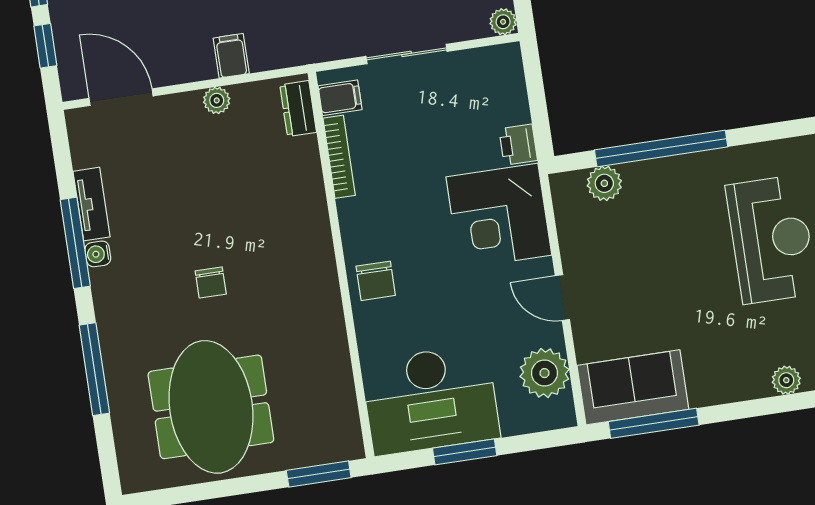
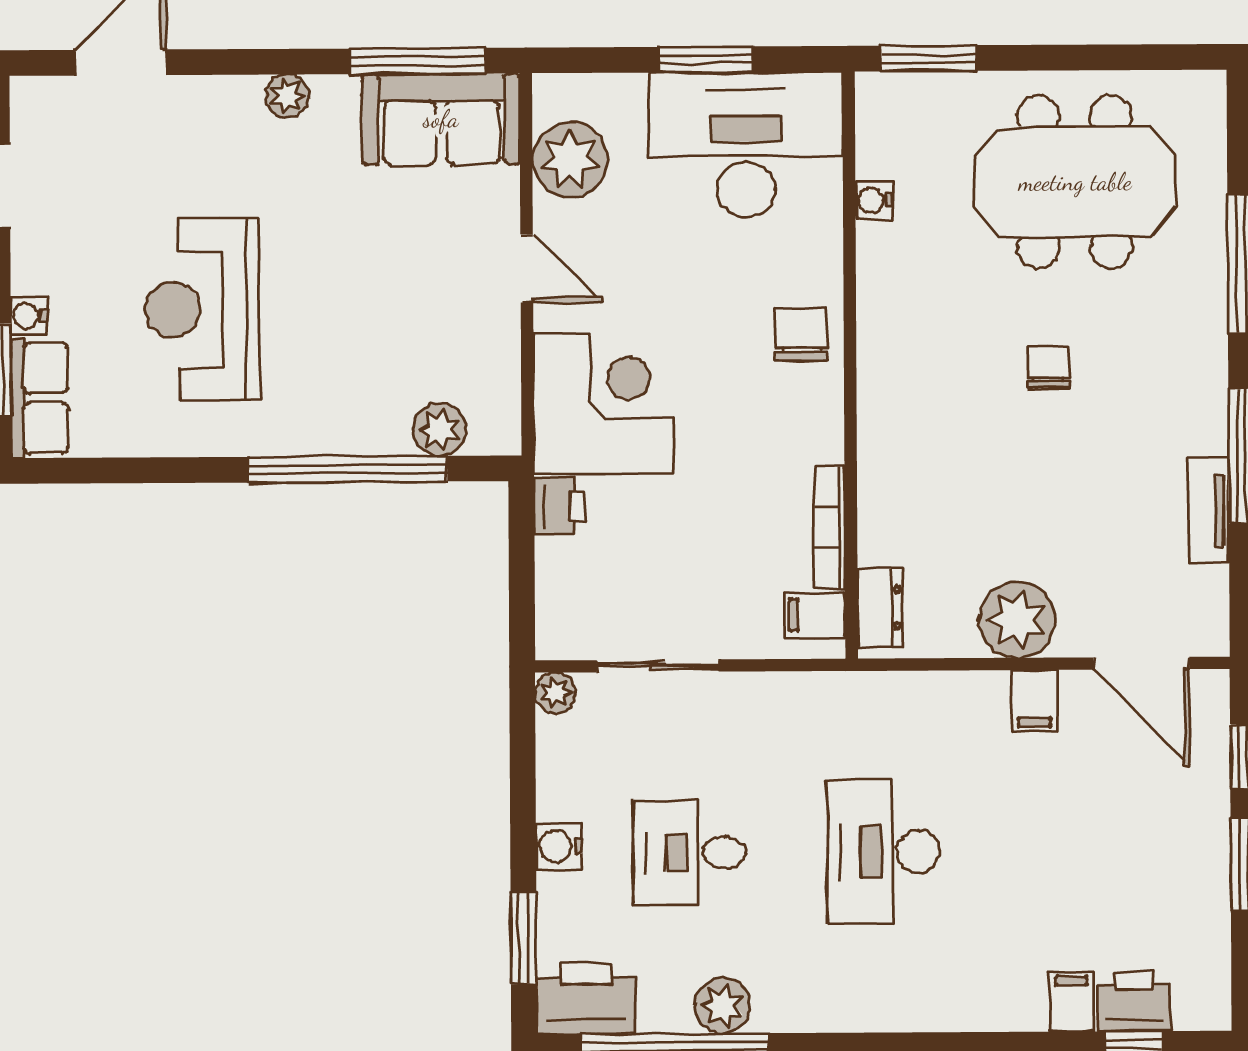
sliding door: (407, 54) -> (658, 666), moved
filing cabinet: (231, 56) -> (1034, 701), moved
plant: (217, 100) -> (1017, 620), width x1.88, depth x1.88
water cooler: (98, 254) -> (874, 200), moved, turned 180
plant: (786, 380) -> (287, 96), moved
meeting table: (211, 407) -> (1075, 182), turned 90

